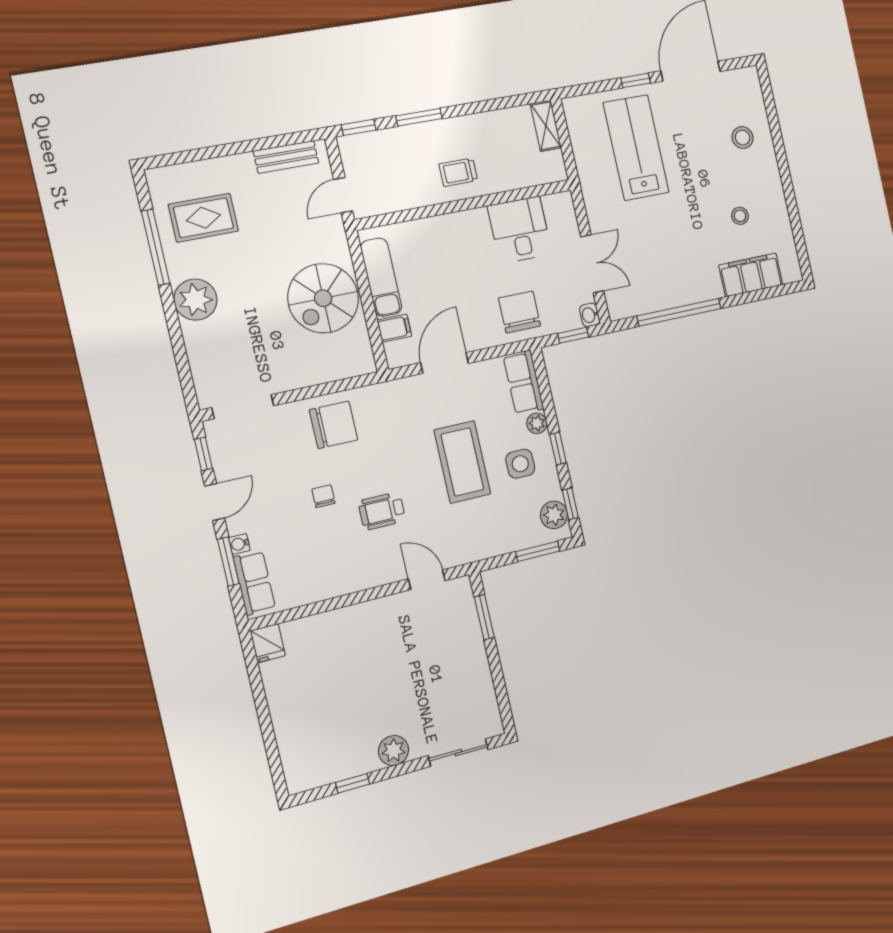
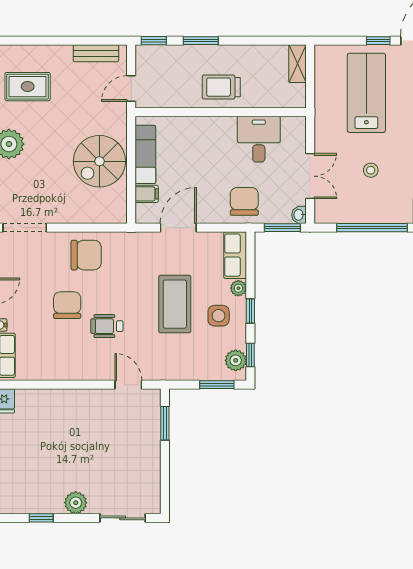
trolley: (458, 172) -> (221, 87), width x1.36, depth x1.39
stool: (662, 242) -> (371, 170), added
window: (573, 335) -> (282, 228), width x1.50
chair: (323, 496) -> (67, 305), width x1.87, depth x1.87

